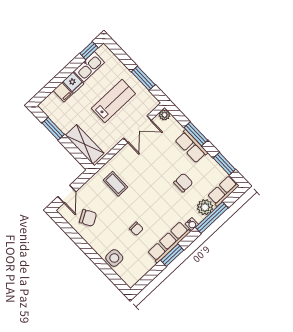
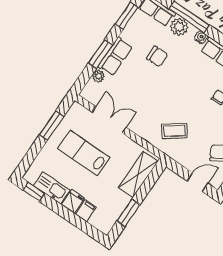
plant: (165, 115) -> (99, 76), moved
chair: (183, 183) -> (157, 57), turned 180
coffee table: (115, 184) -> (174, 131), turned 54

